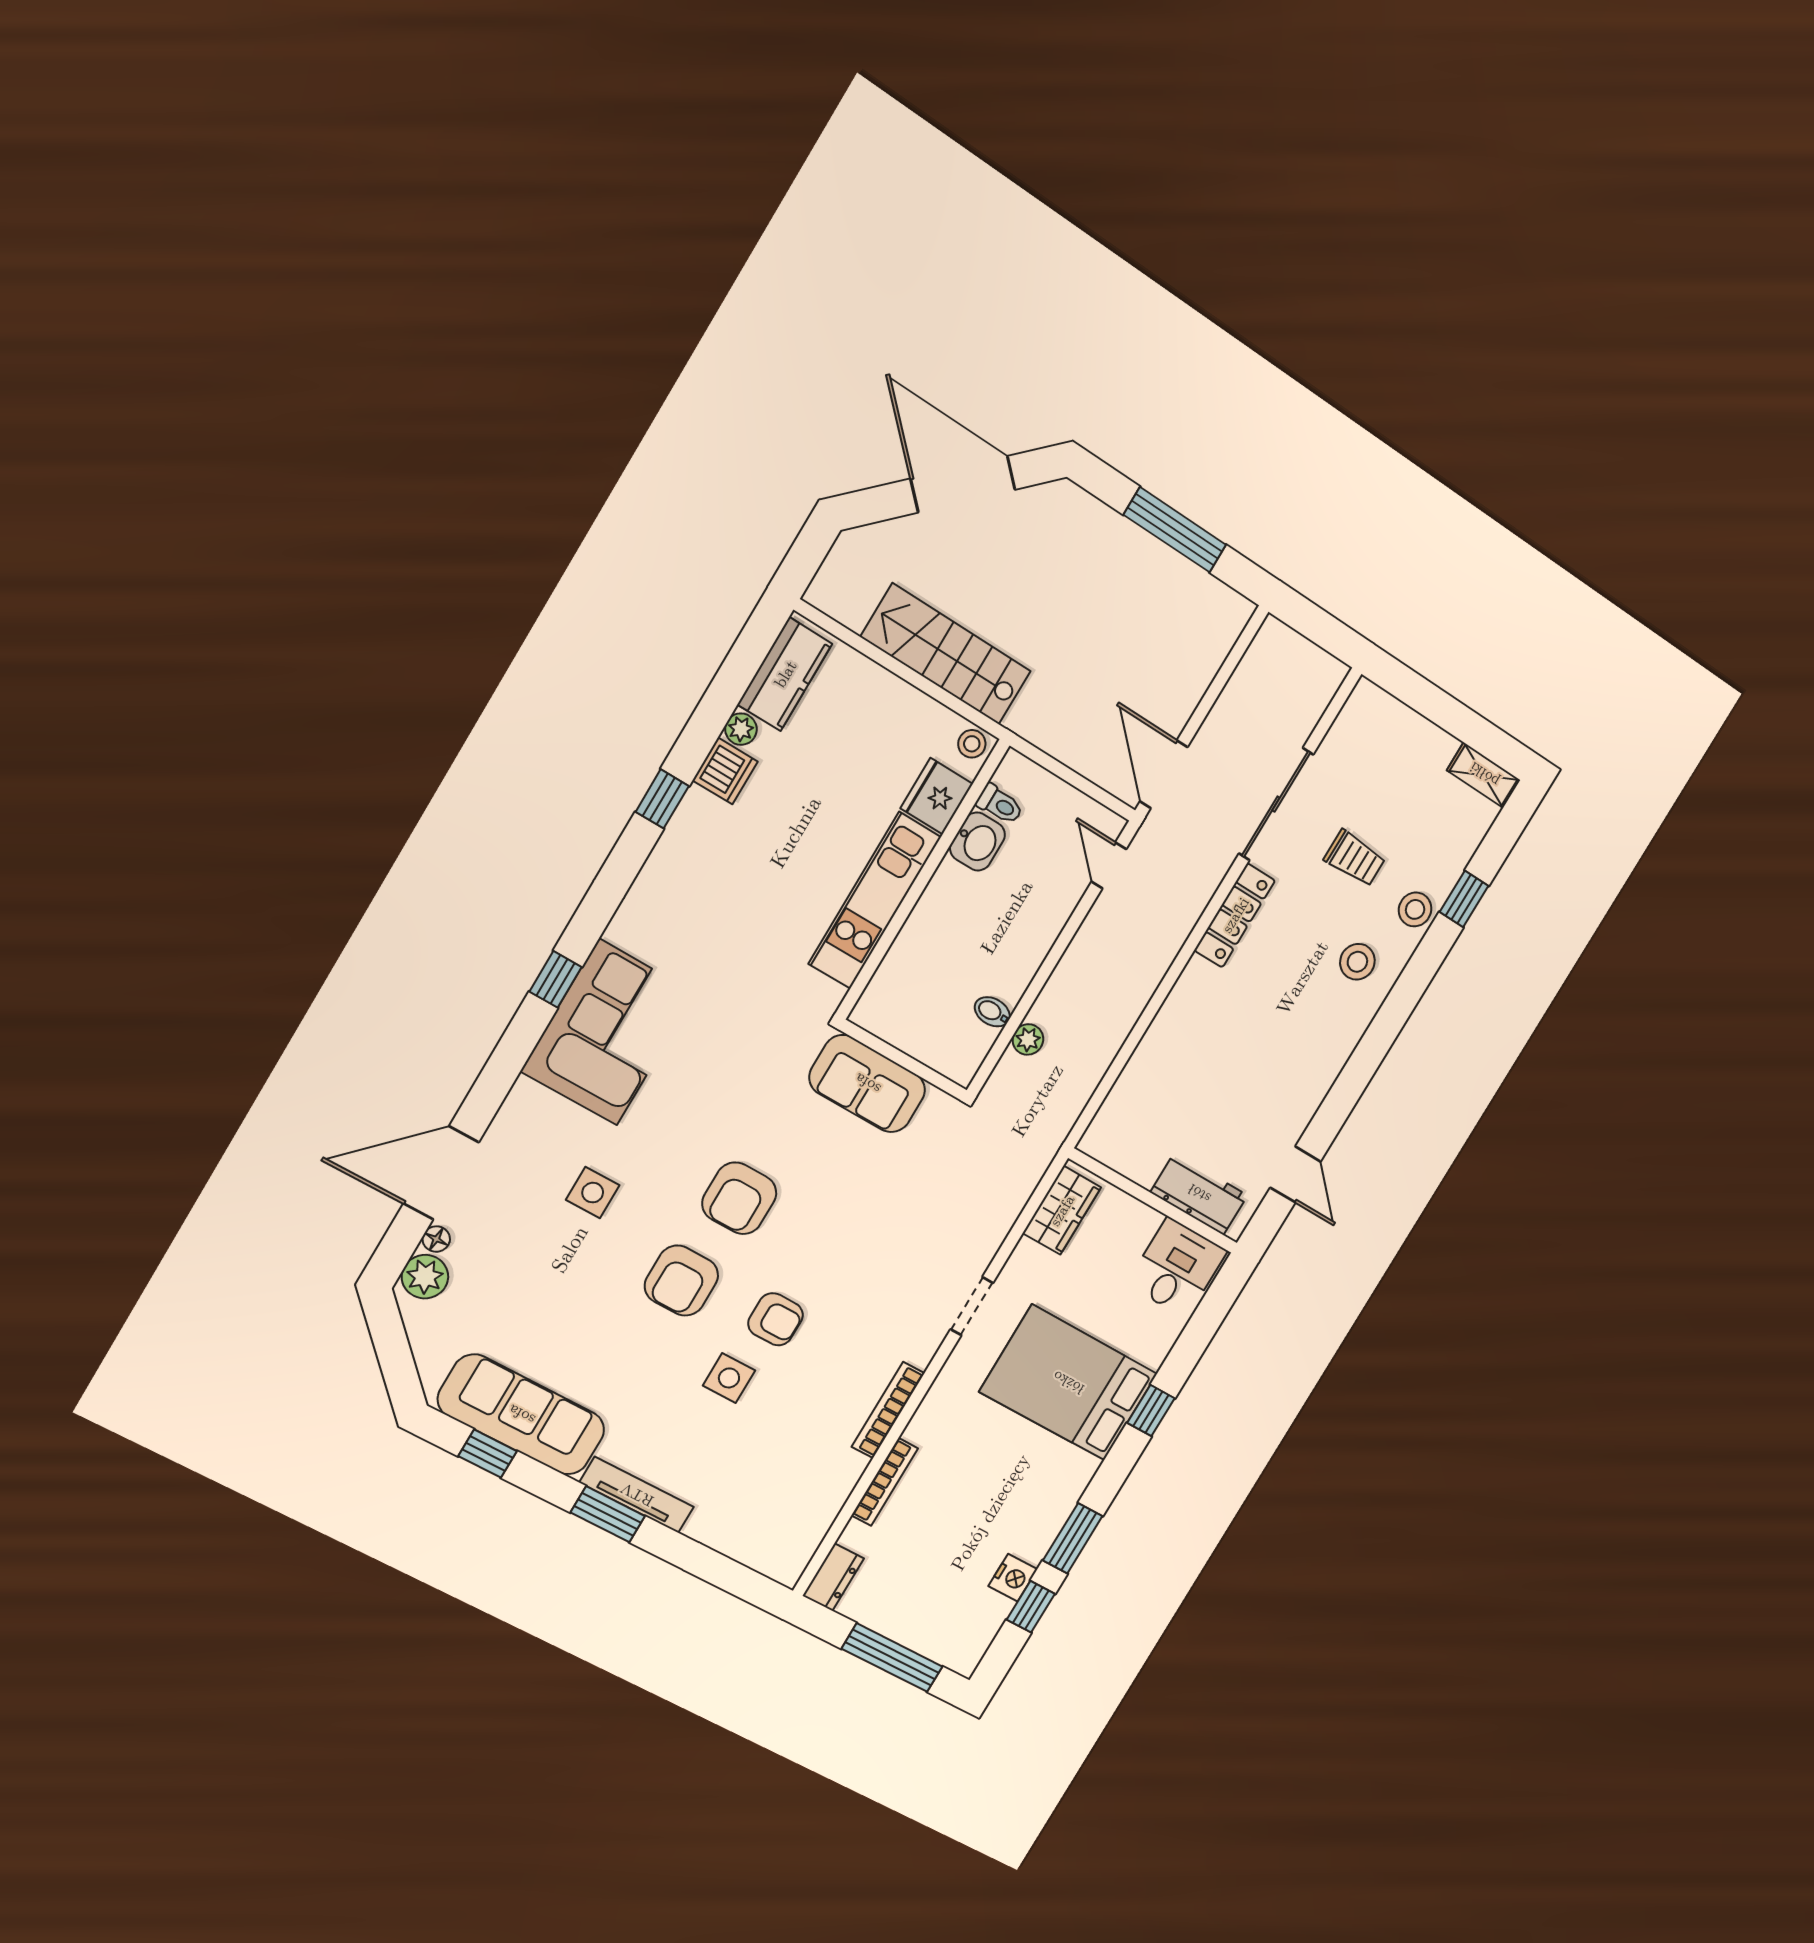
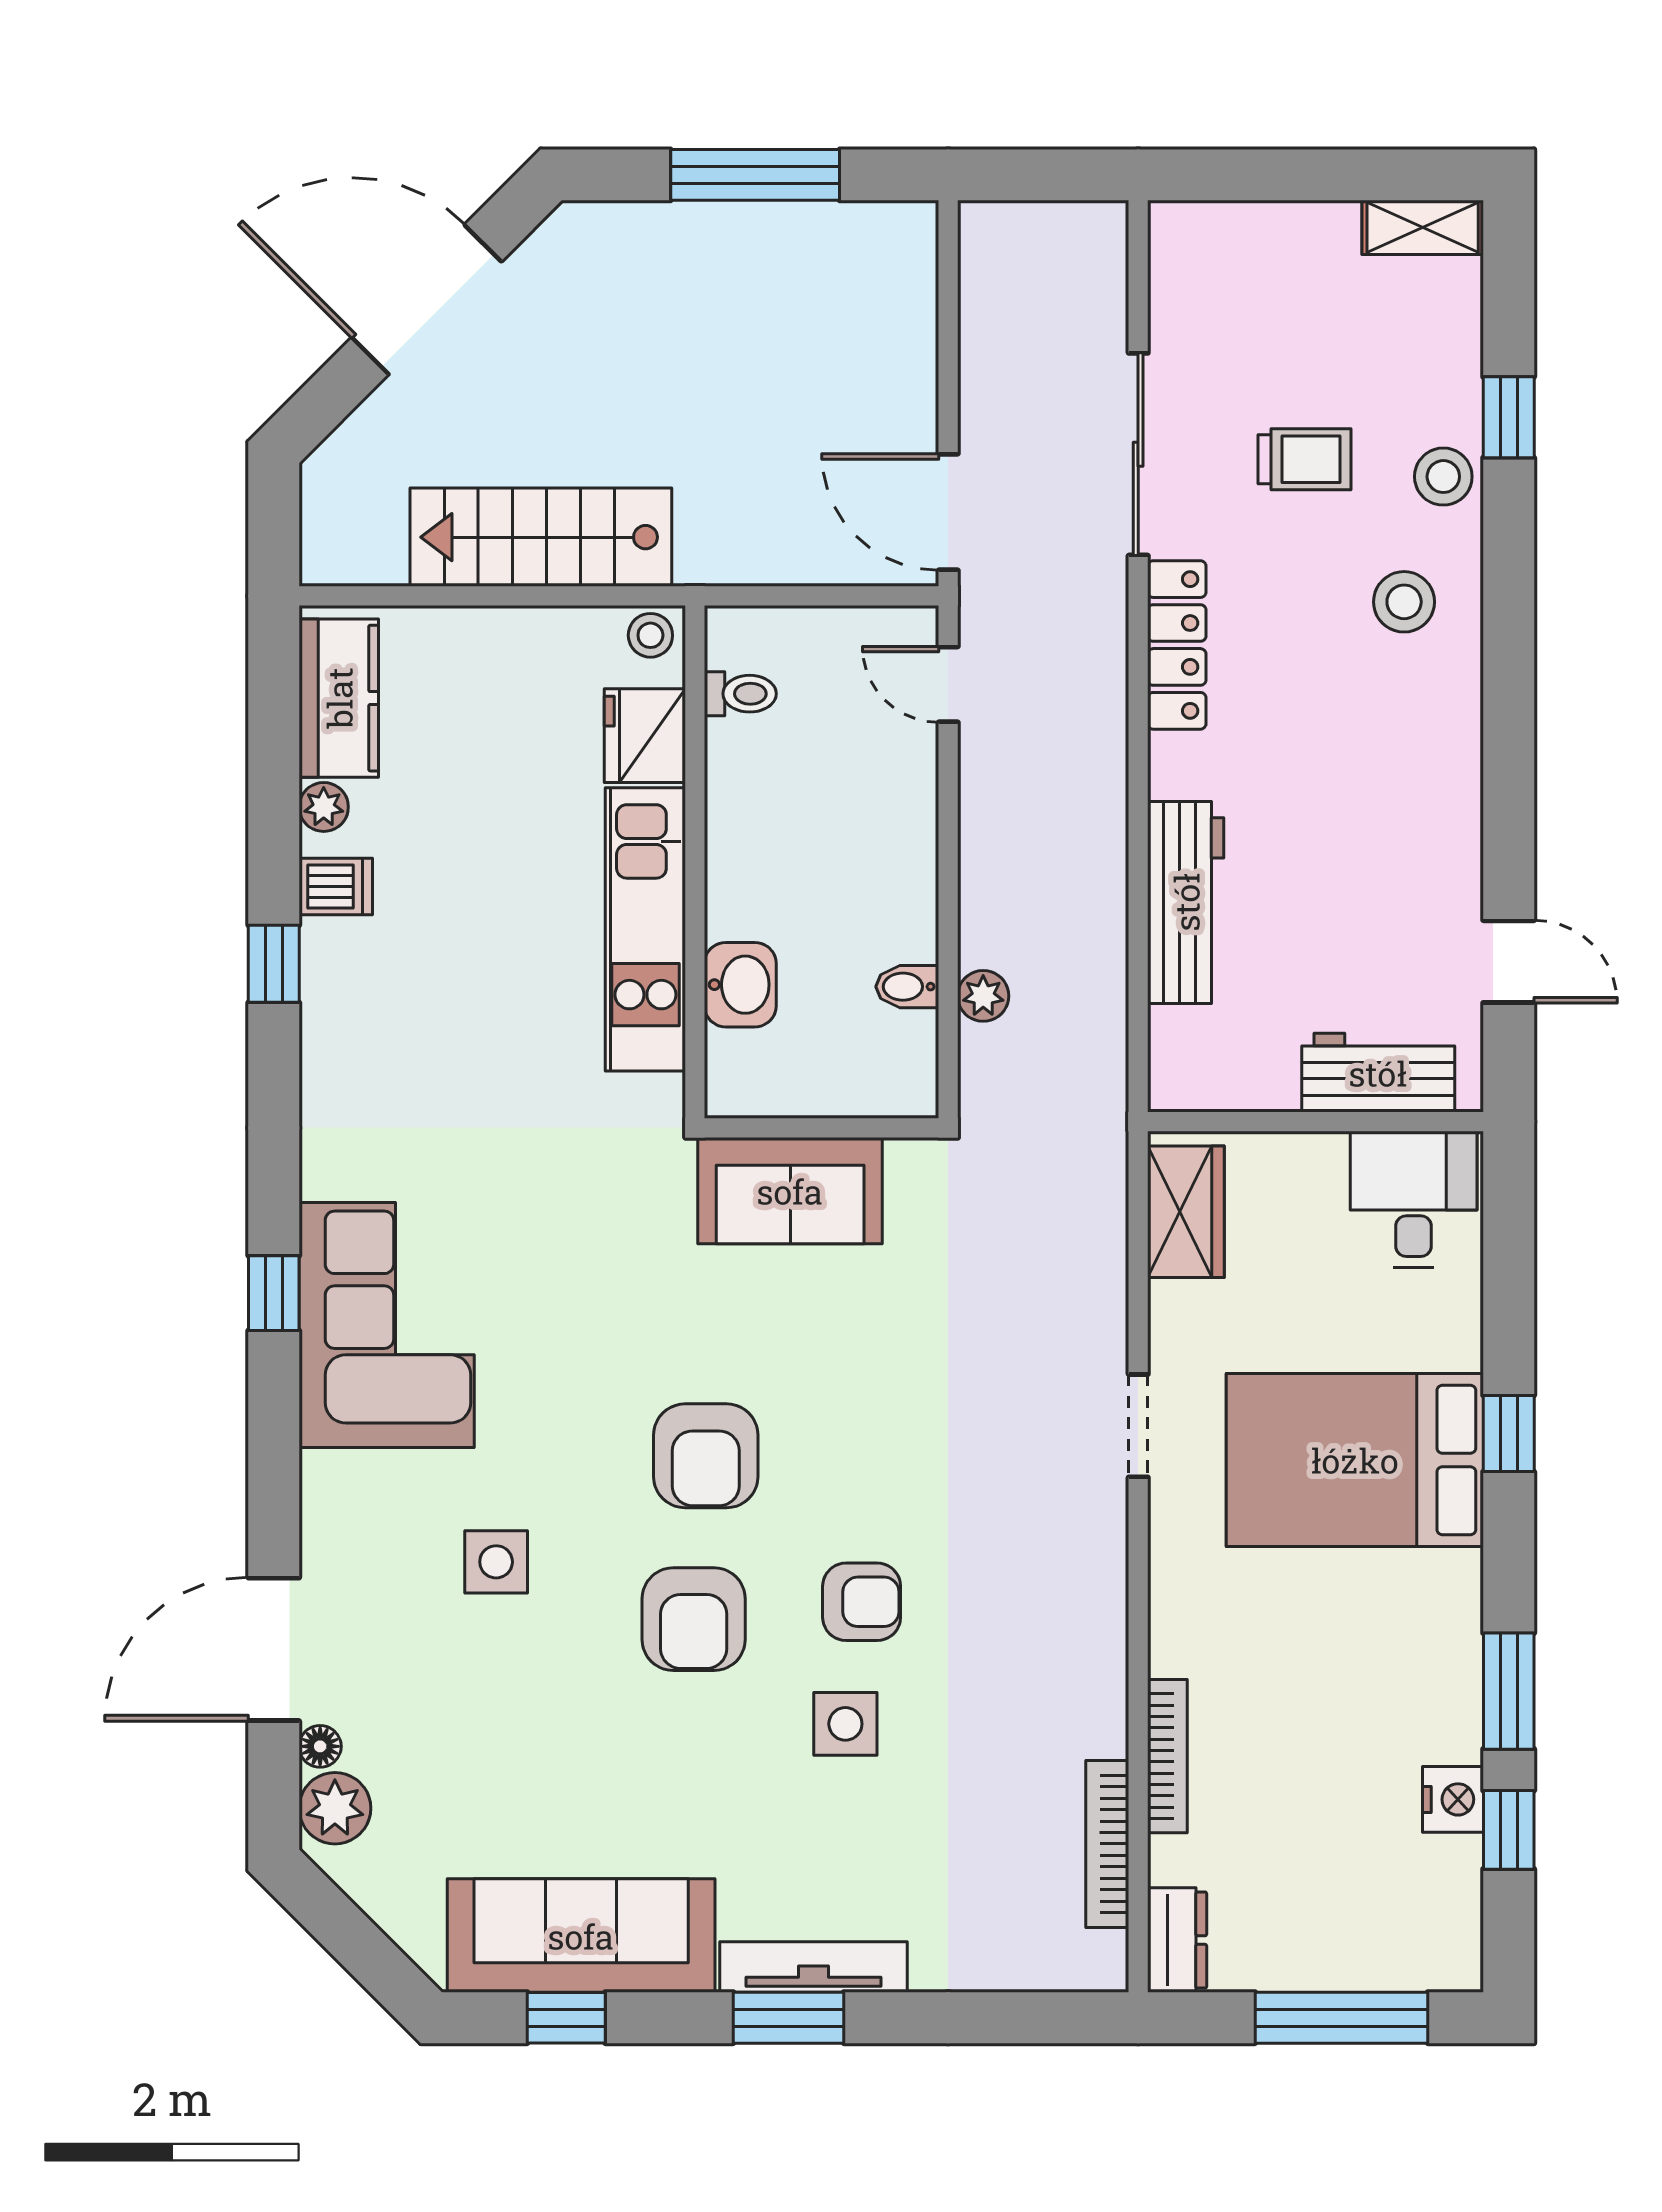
dishwasher: (725, 771) -> (336, 886), width x0.73
washbasin: (977, 842) -> (740, 985), moved
workbench: (1158, 1051) -> (1186, 902), added
bookcase: (888, 1410) -> (1107, 1844), moved

